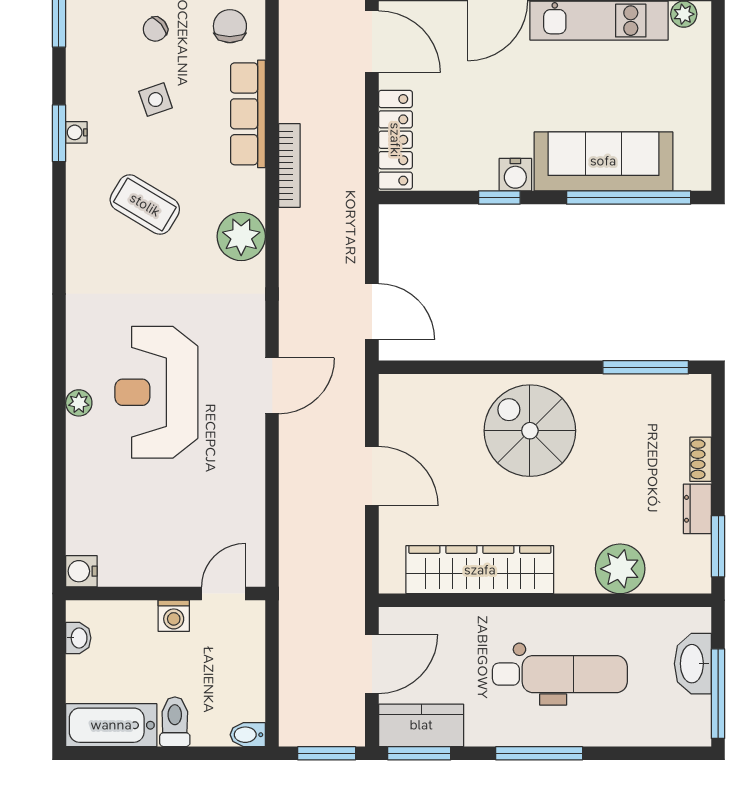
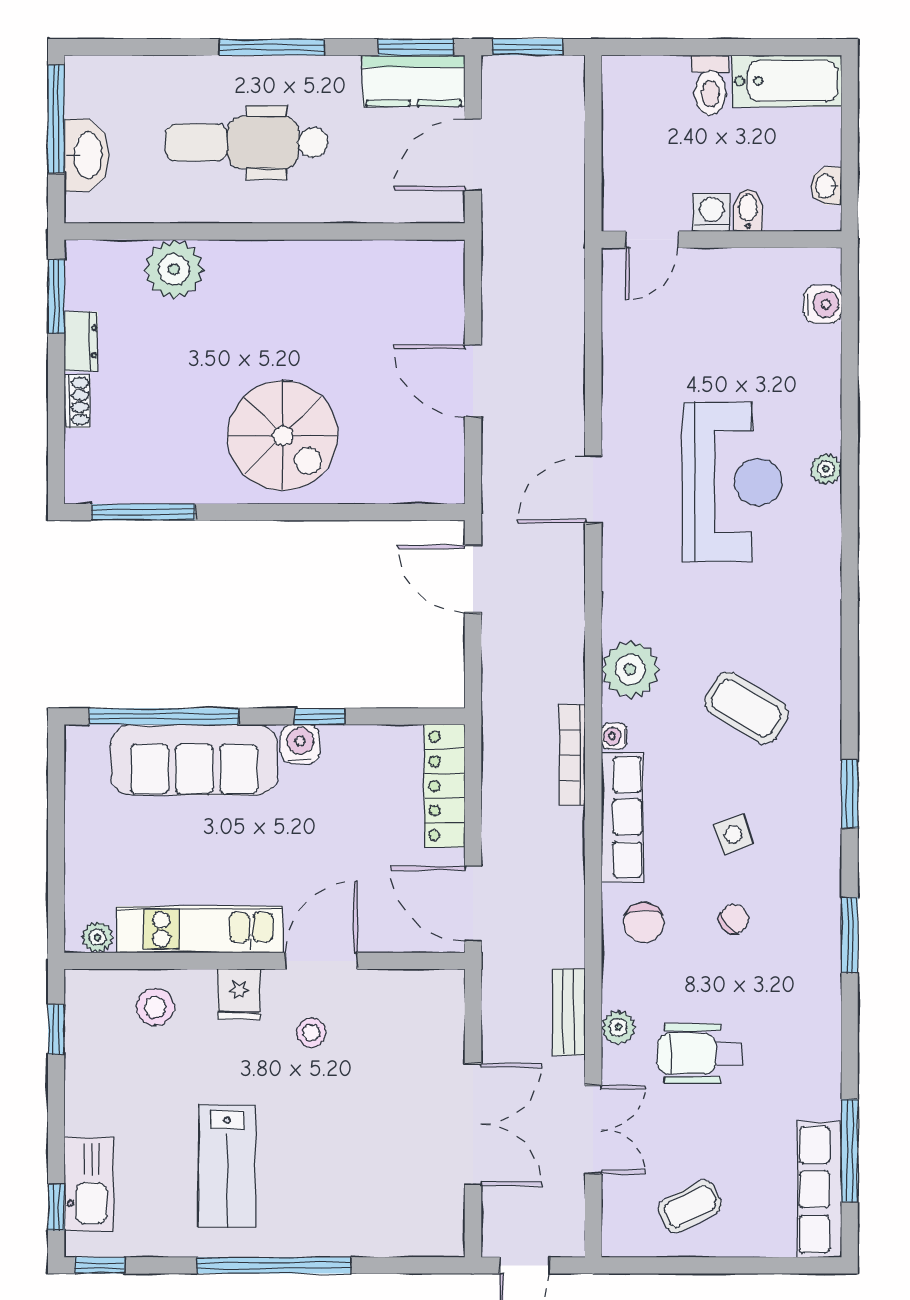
water cooler: (76, 132) -> (614, 736), moved, turned 180
wardrobe: (480, 570) -> (343, 268), removed
water cooler: (81, 571) -> (823, 304), moved
bidet: (248, 735) -> (748, 210), moved, turned -90

